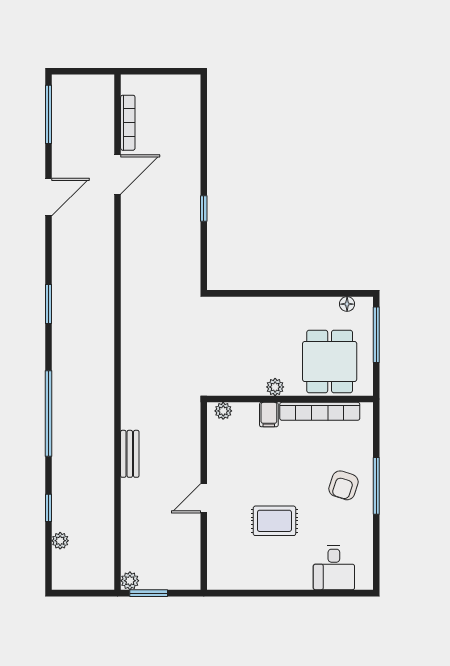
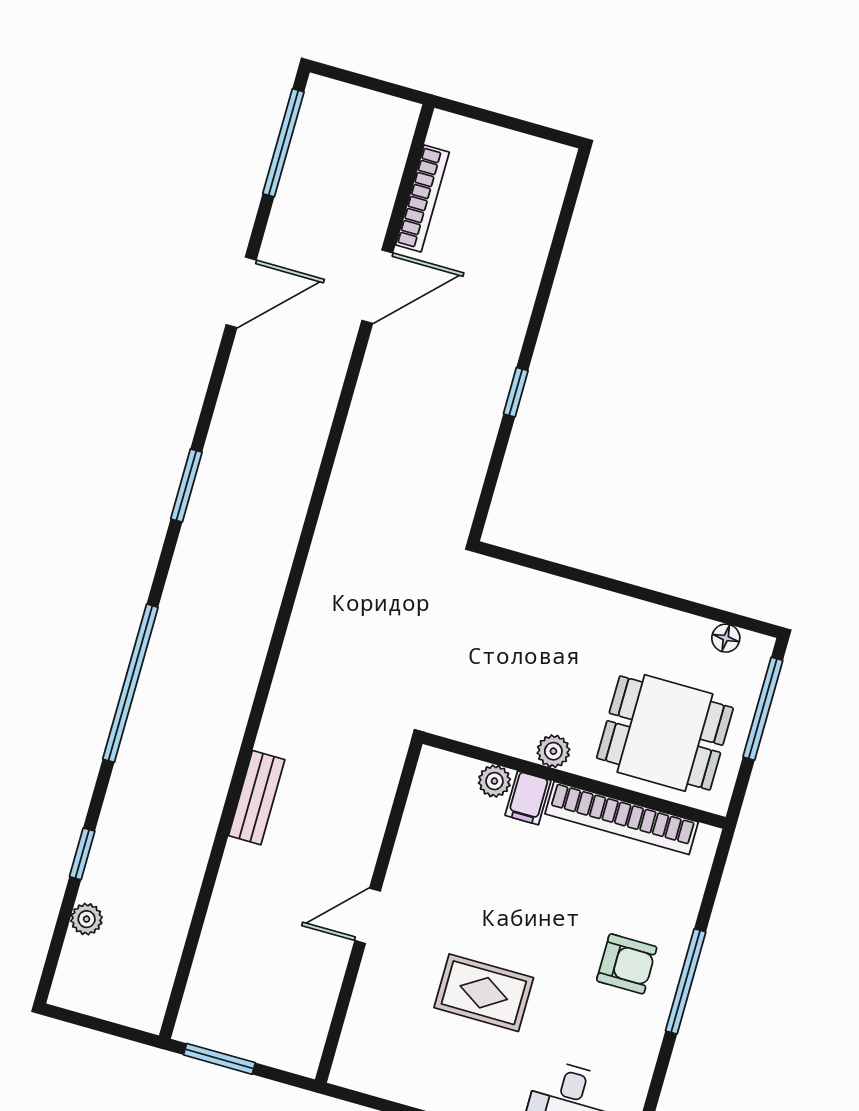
dining table: (330, 361) -> (665, 733), turned 90
plant: (223, 411) -> (494, 781), moved
armchair: (344, 485) -> (627, 964), turned -108
plant: (130, 581) -> (192, 1027), removed

